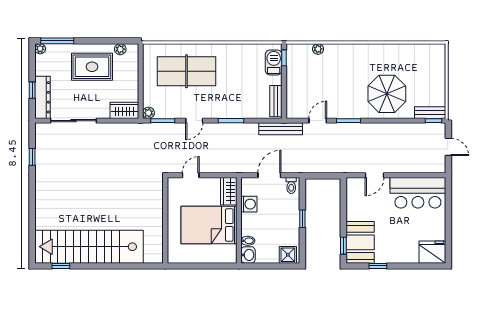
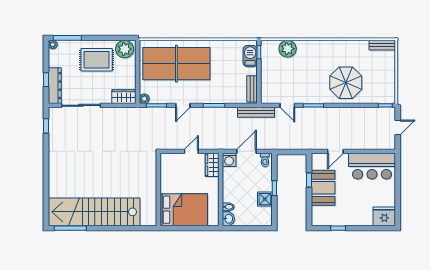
plant: (120, 49) -> (125, 49), width x1.87, depth x1.87
plant: (318, 49) -> (288, 49), width x1.87, depth x1.87
table tennis table: (186, 71) -> (176, 64), width x1.36, depth x1.32
bench: (430, 113) -> (382, 45), moved
door: (318, 121) -> (287, 105), swing flipped
door: (448, 147) -> (398, 128), hinge flipped
window: (32, 157) -> (46, 126), moved
door: (191, 175) -> (191, 151), moved
washing machine: (249, 204) -> (229, 160), moved, turned 90
bed: (209, 225) -> (184, 210), moved, turned 180
booth: (360, 242) -> (323, 188), moved
window: (343, 246) -> (309, 180), moved
shower: (288, 255) -> (265, 199), moved
window: (61, 266) -> (70, 228), width x2.17

